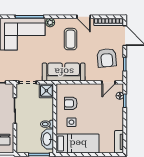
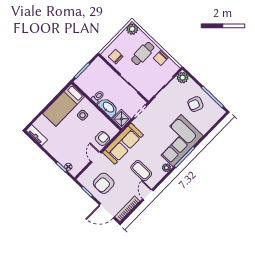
door: (84, 17) -> (148, 195), hinge flipped
armchair: (107, 58) -> (104, 183), turned -85
door: (109, 82) -> (96, 157), moved
armchair: (71, 103) -> (102, 138), moved
washbasin: (47, 139) -> (108, 107), moved

